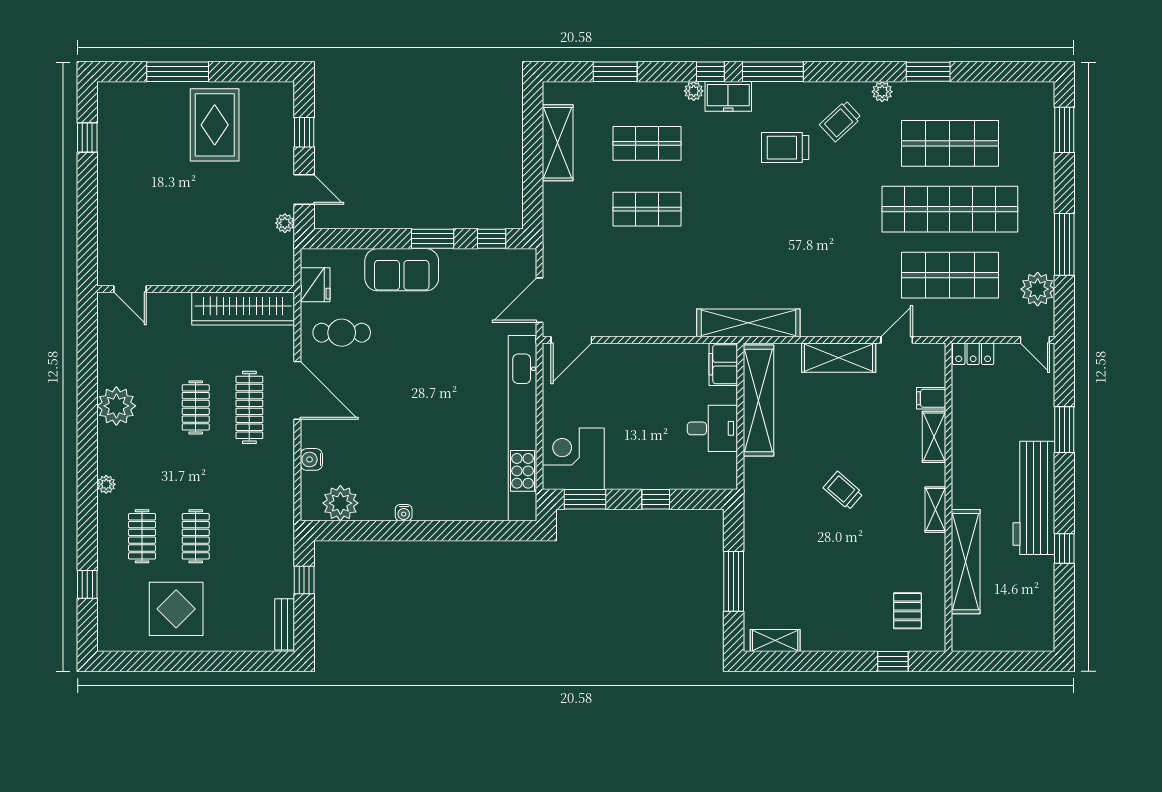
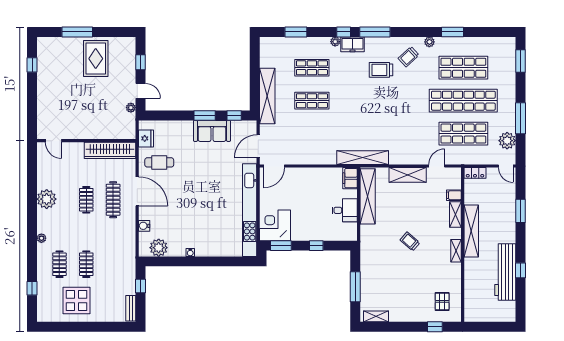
shelving: (558, 143) -> (267, 96), moved, width x1.47
sofa: (402, 270) -> (212, 131), moved
workbench: (1034, 498) -> (505, 272), moved
shelving: (966, 562) -> (471, 231), moved

